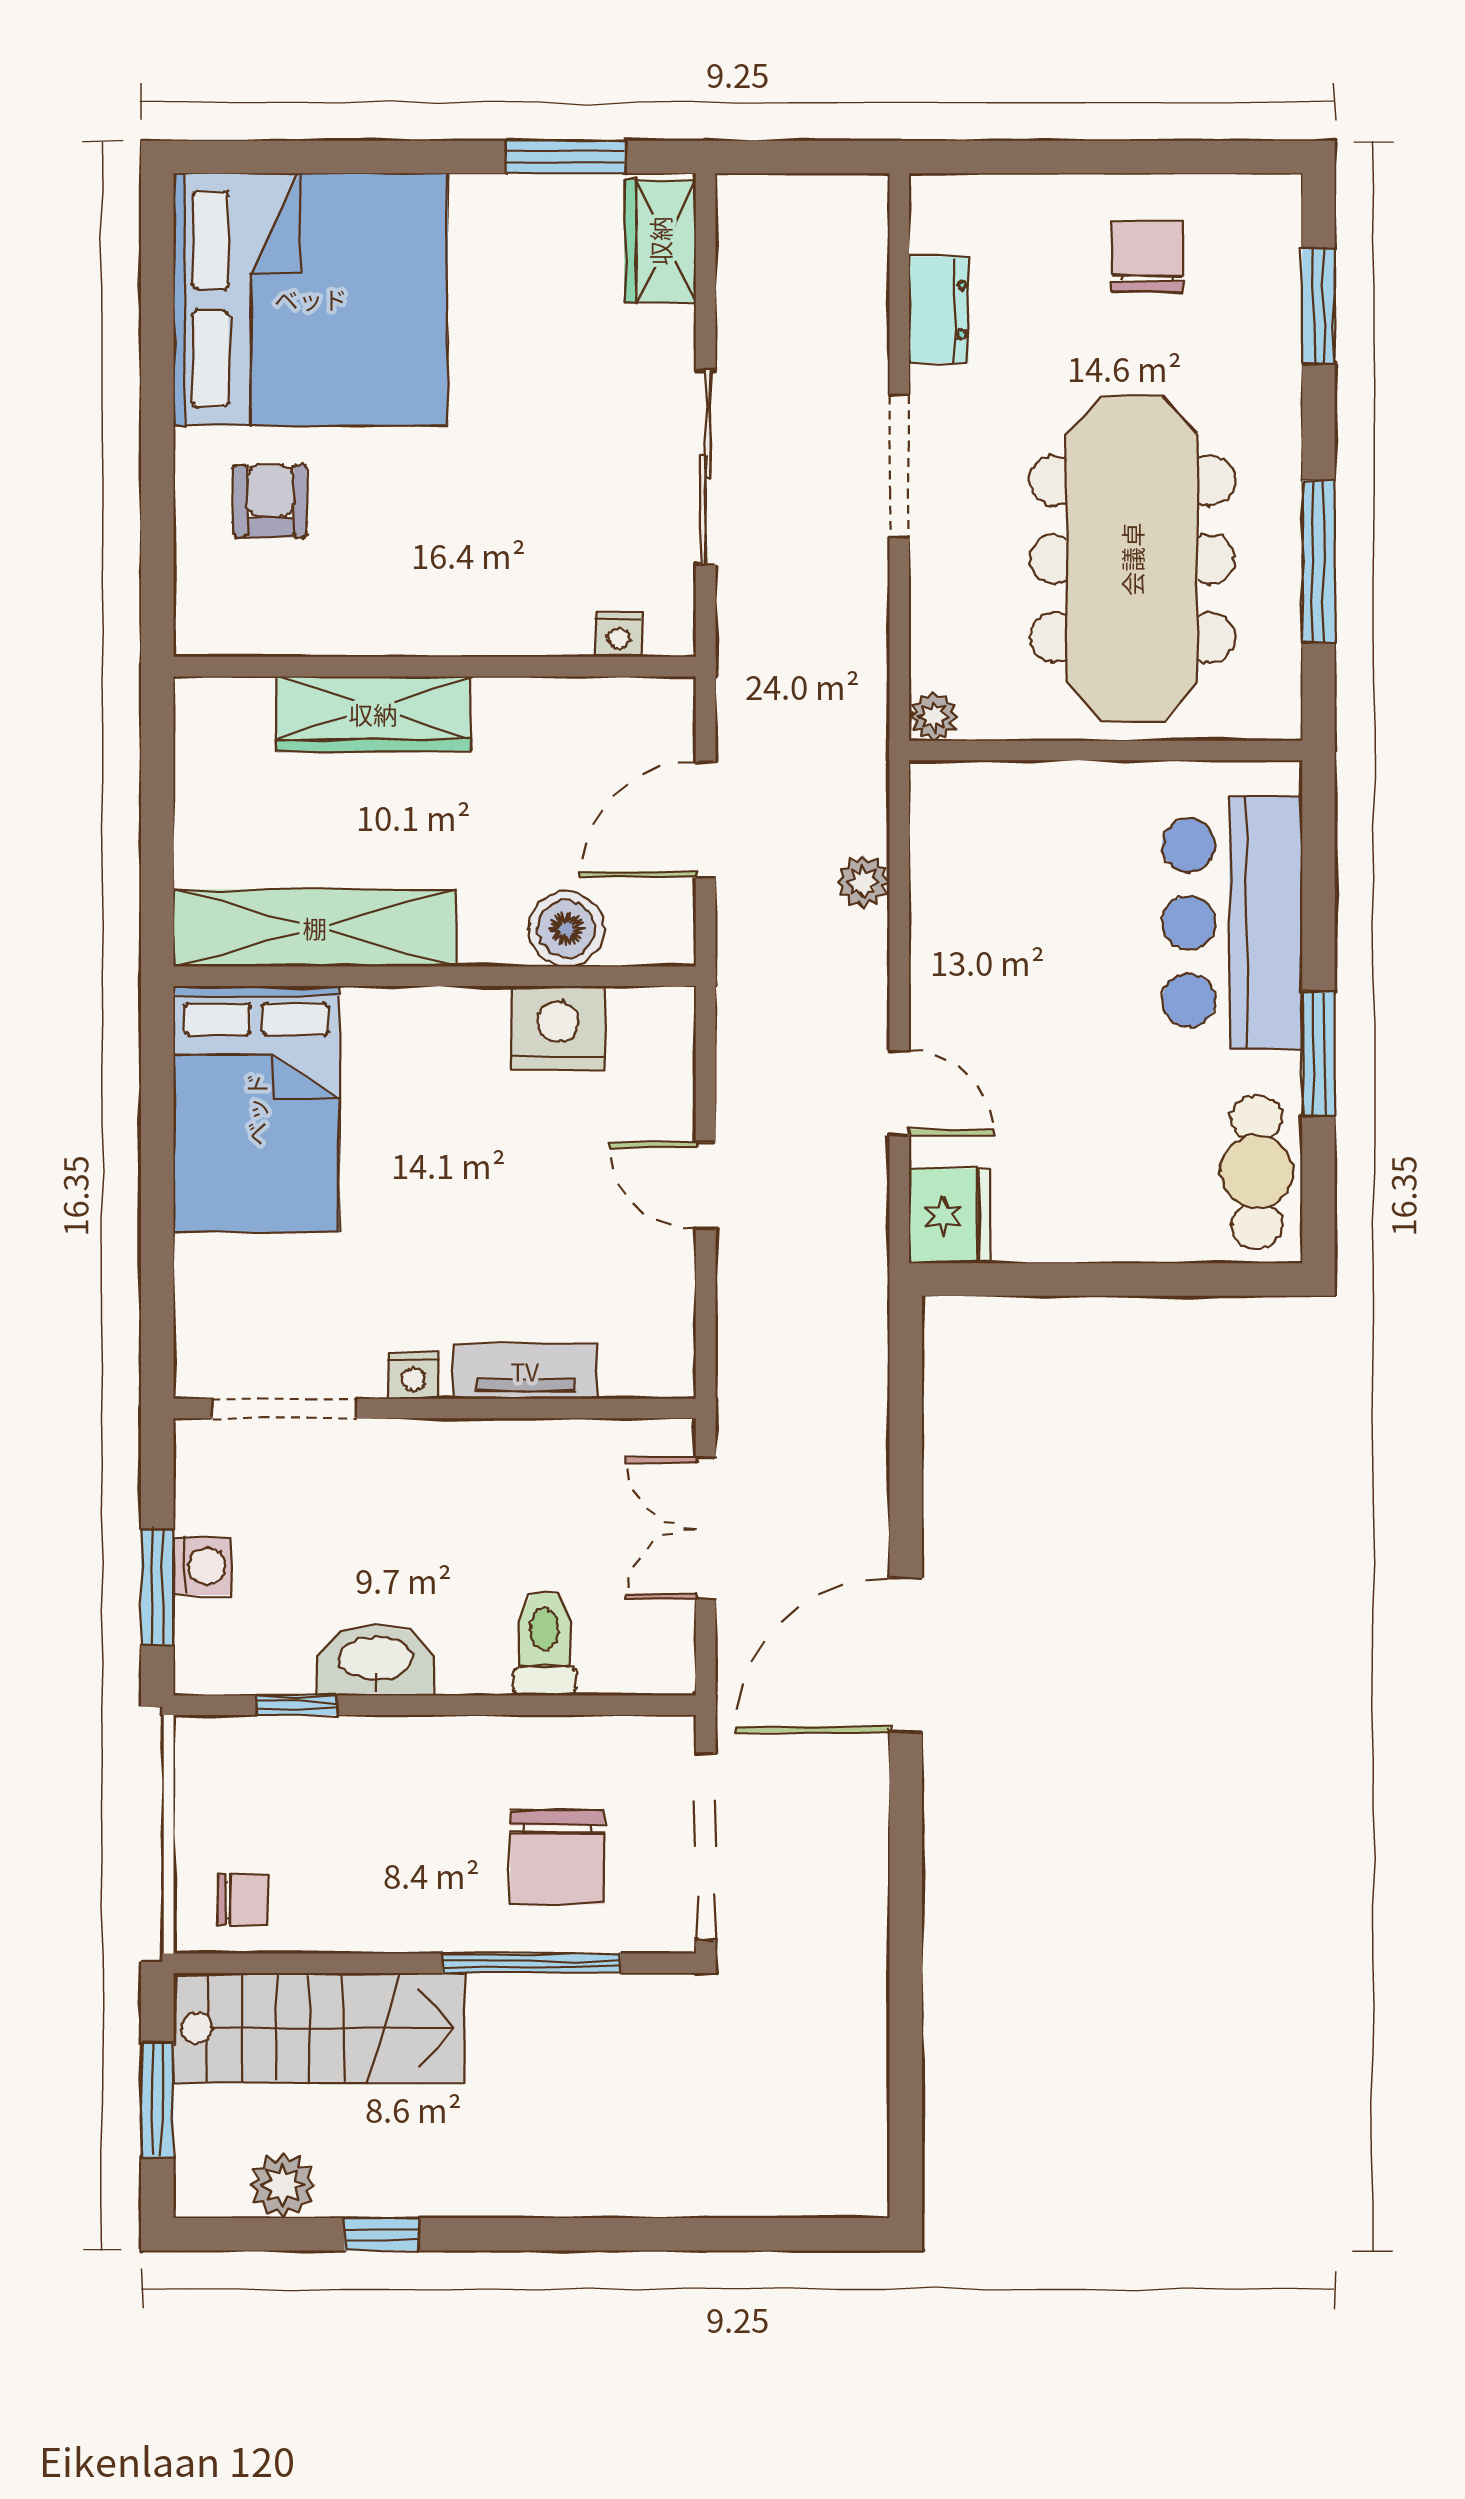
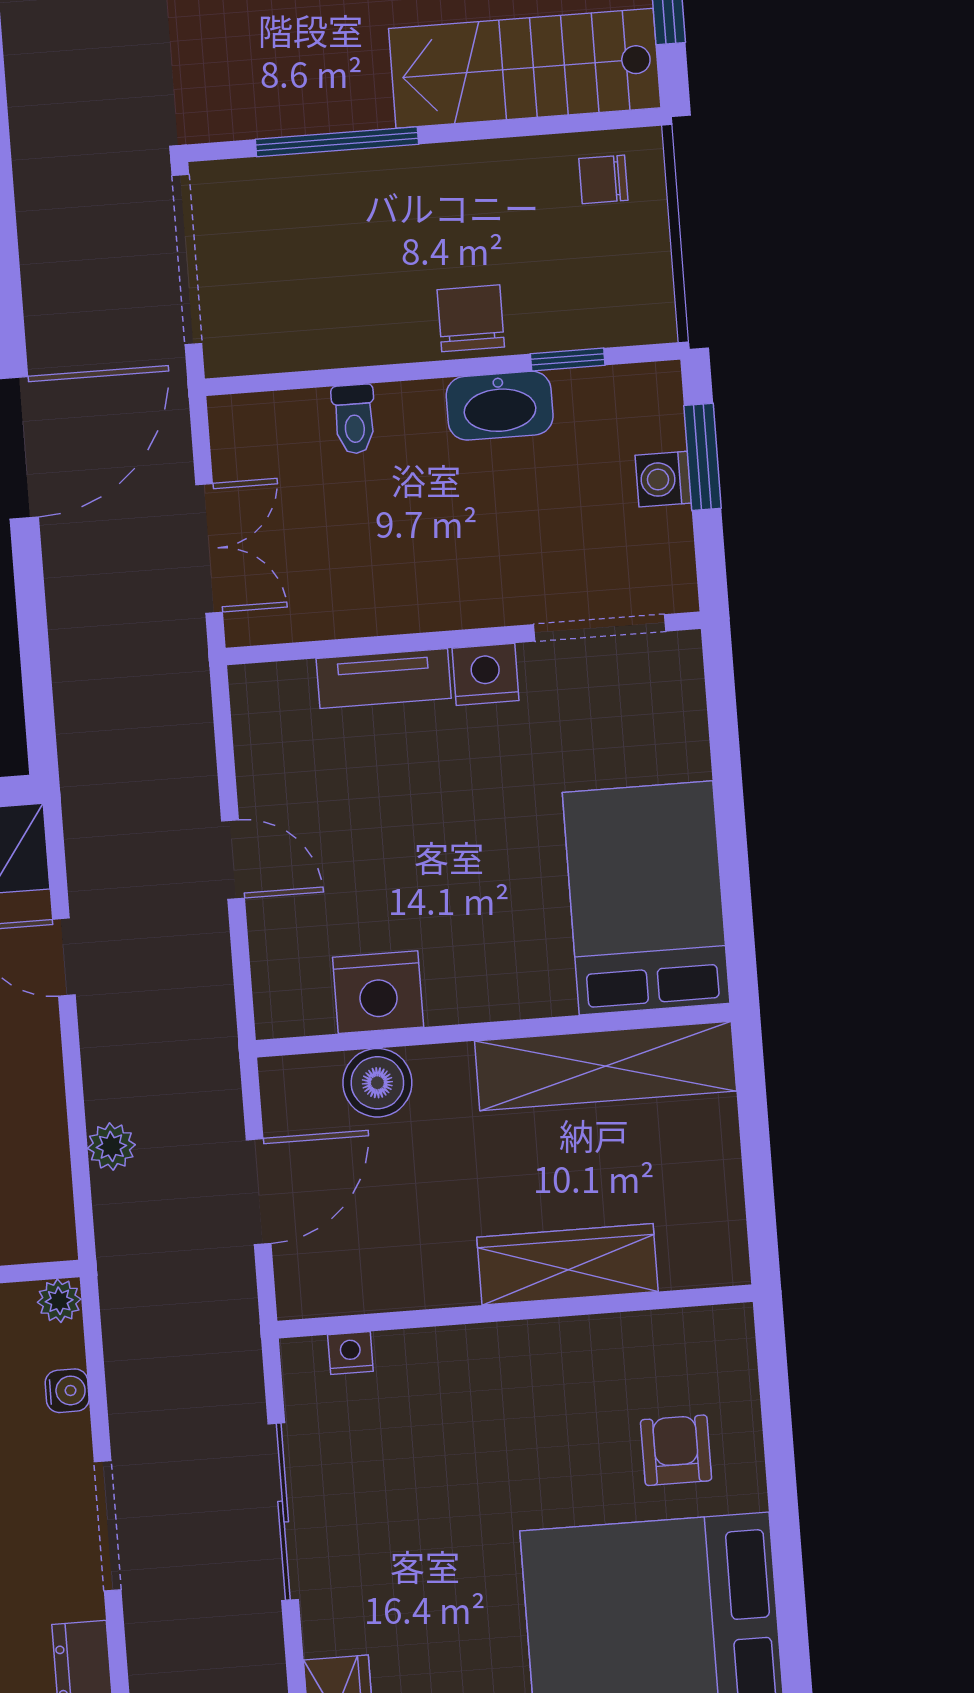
armchair: (270, 501) -> (676, 1450), turned 180
water cooler: (932, 618) -> (67, 1391), added
nightstand: (413, 1375) -> (486, 674), width x1.39, depth x1.35
toilet: (544, 1643) -> (354, 419), width x0.73, depth x0.72
chair: (557, 1857) -> (471, 318), moved, width x0.73, depth x0.73

